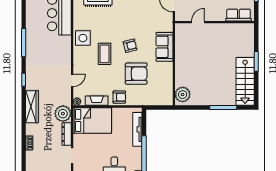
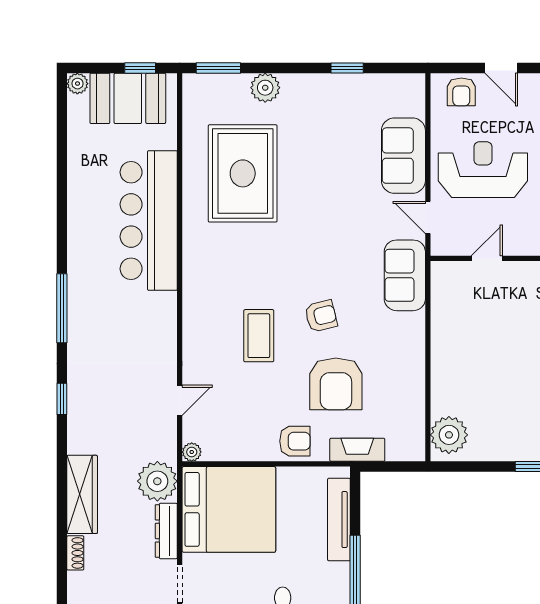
side table: (83, 38) -> (206, 297), removed
sofa: (164, 47) -> (405, 275), moved
armchair: (136, 74) -> (336, 384), turned 90
fireplace: (97, 101) -> (357, 450), moved
wardrobe: (32, 107) -> (82, 494), moved
bed: (92, 120) -> (229, 509), width x1.36

